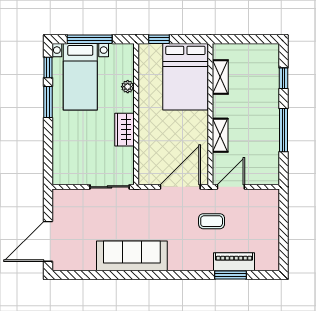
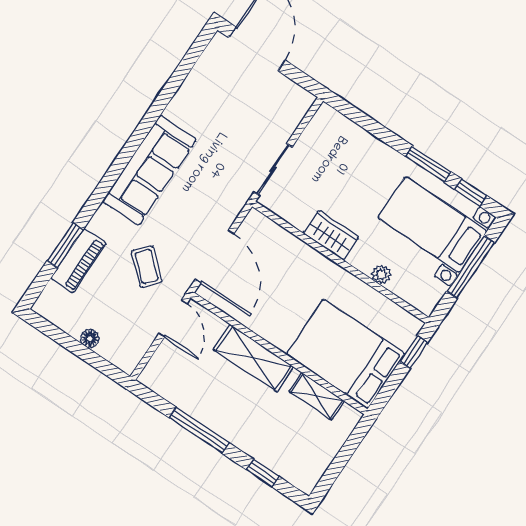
shelving: (220, 135) -> (254, 358), width x1.50, depth x1.33
coffee table: (212, 221) -> (147, 267), turned -48
floor lamp: (273, 226) -> (90, 339), added
sofa: (132, 256) -> (150, 170), moved

